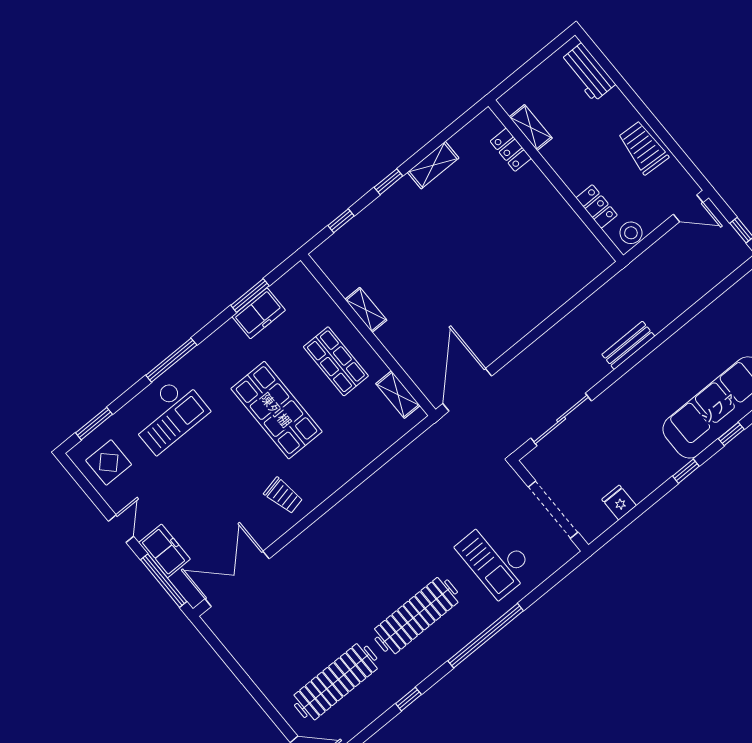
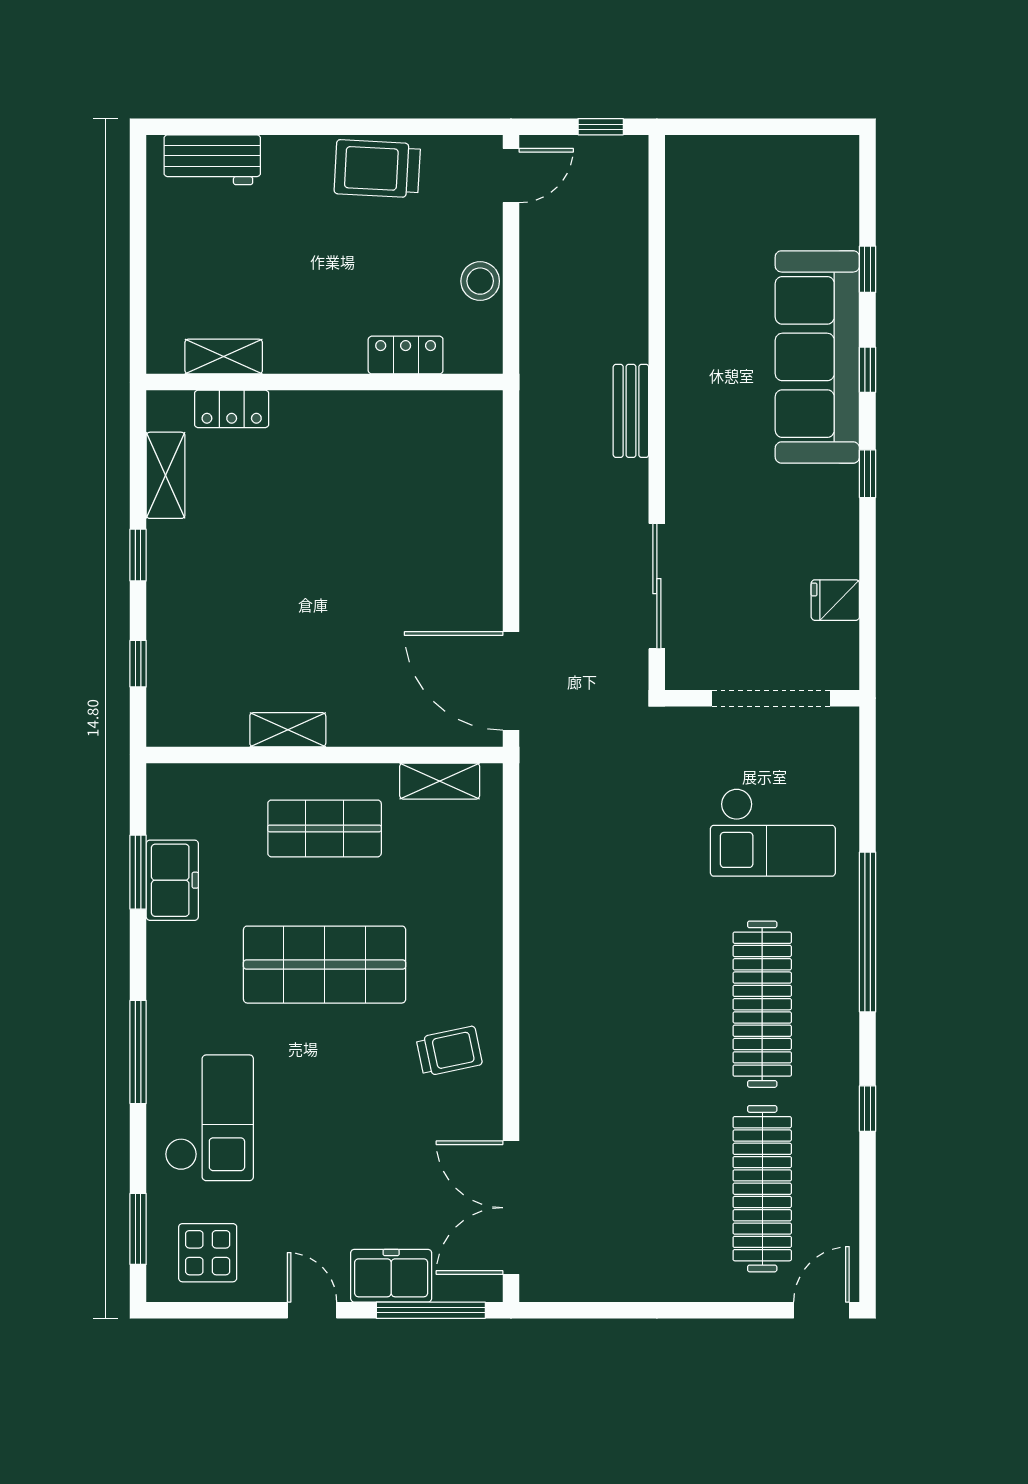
shelving: (531, 127) -> (224, 357), moved
locker: (511, 150) -> (232, 409), moved
wall: (556, 181) -> (325, 382), moved
locker: (597, 206) -> (406, 355), moved

